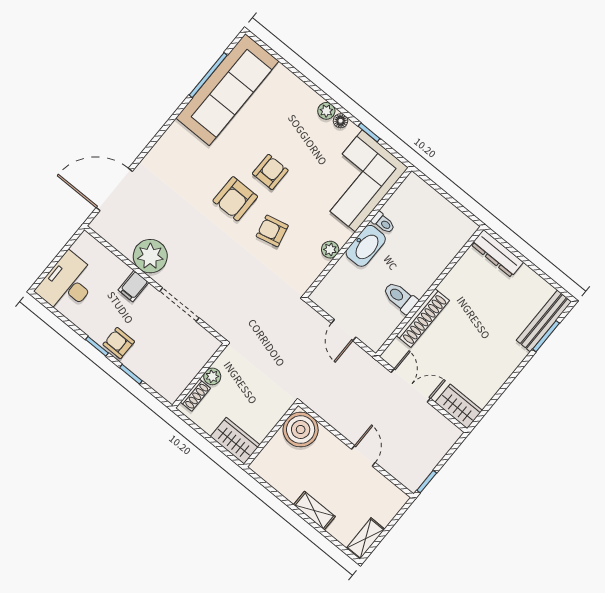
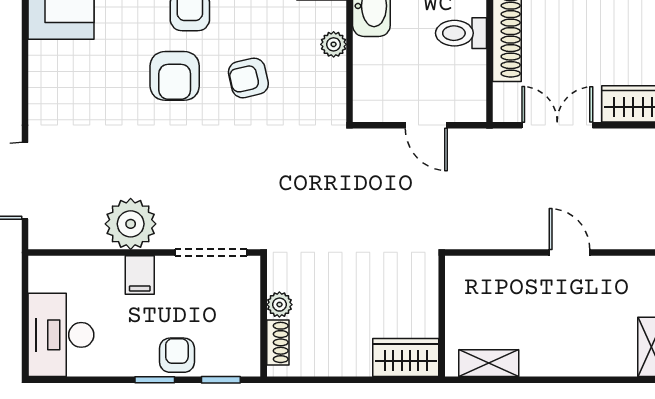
armchair: (119, 343) -> (177, 355), turned 90
wall: (199, 376) -> (264, 316), moved
plant: (212, 376) -> (279, 305), moved
shoe rack: (195, 395) -> (278, 342), moved
boiler: (301, 430) -> (471, 282), removed
shelving: (314, 511) -> (489, 363), moved

